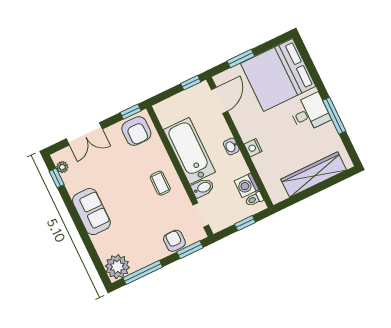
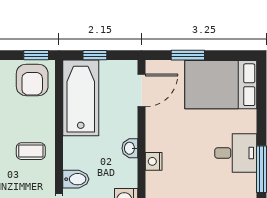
bed: (278, 75) -> (221, 85), width x0.73
window: (191, 83) -> (95, 55), moved
bathtub: (189, 151) -> (81, 98), moved
coffee table: (160, 183) -> (31, 151), turned 90

